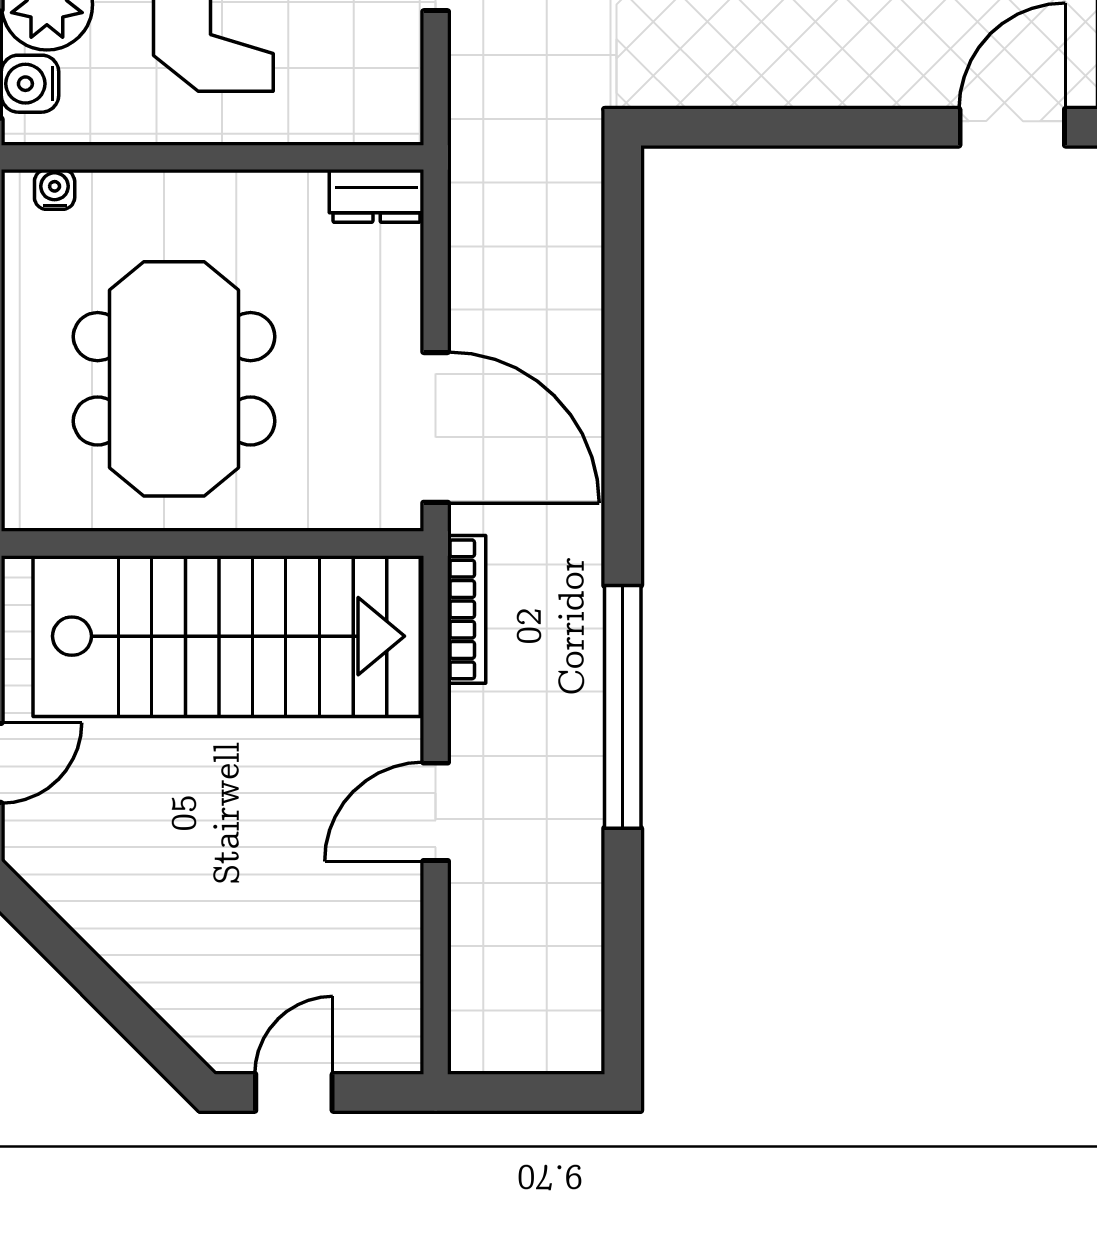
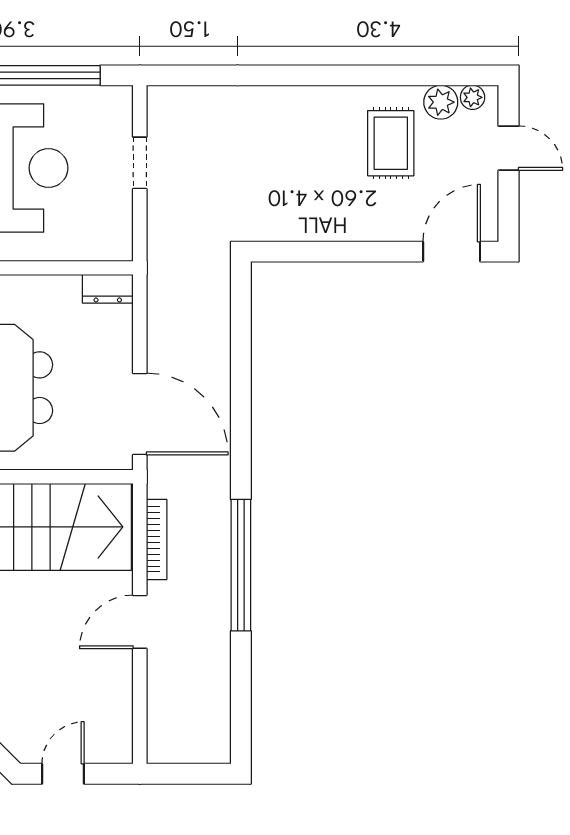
bookcase: (467, 609) -> (157, 539), moved

